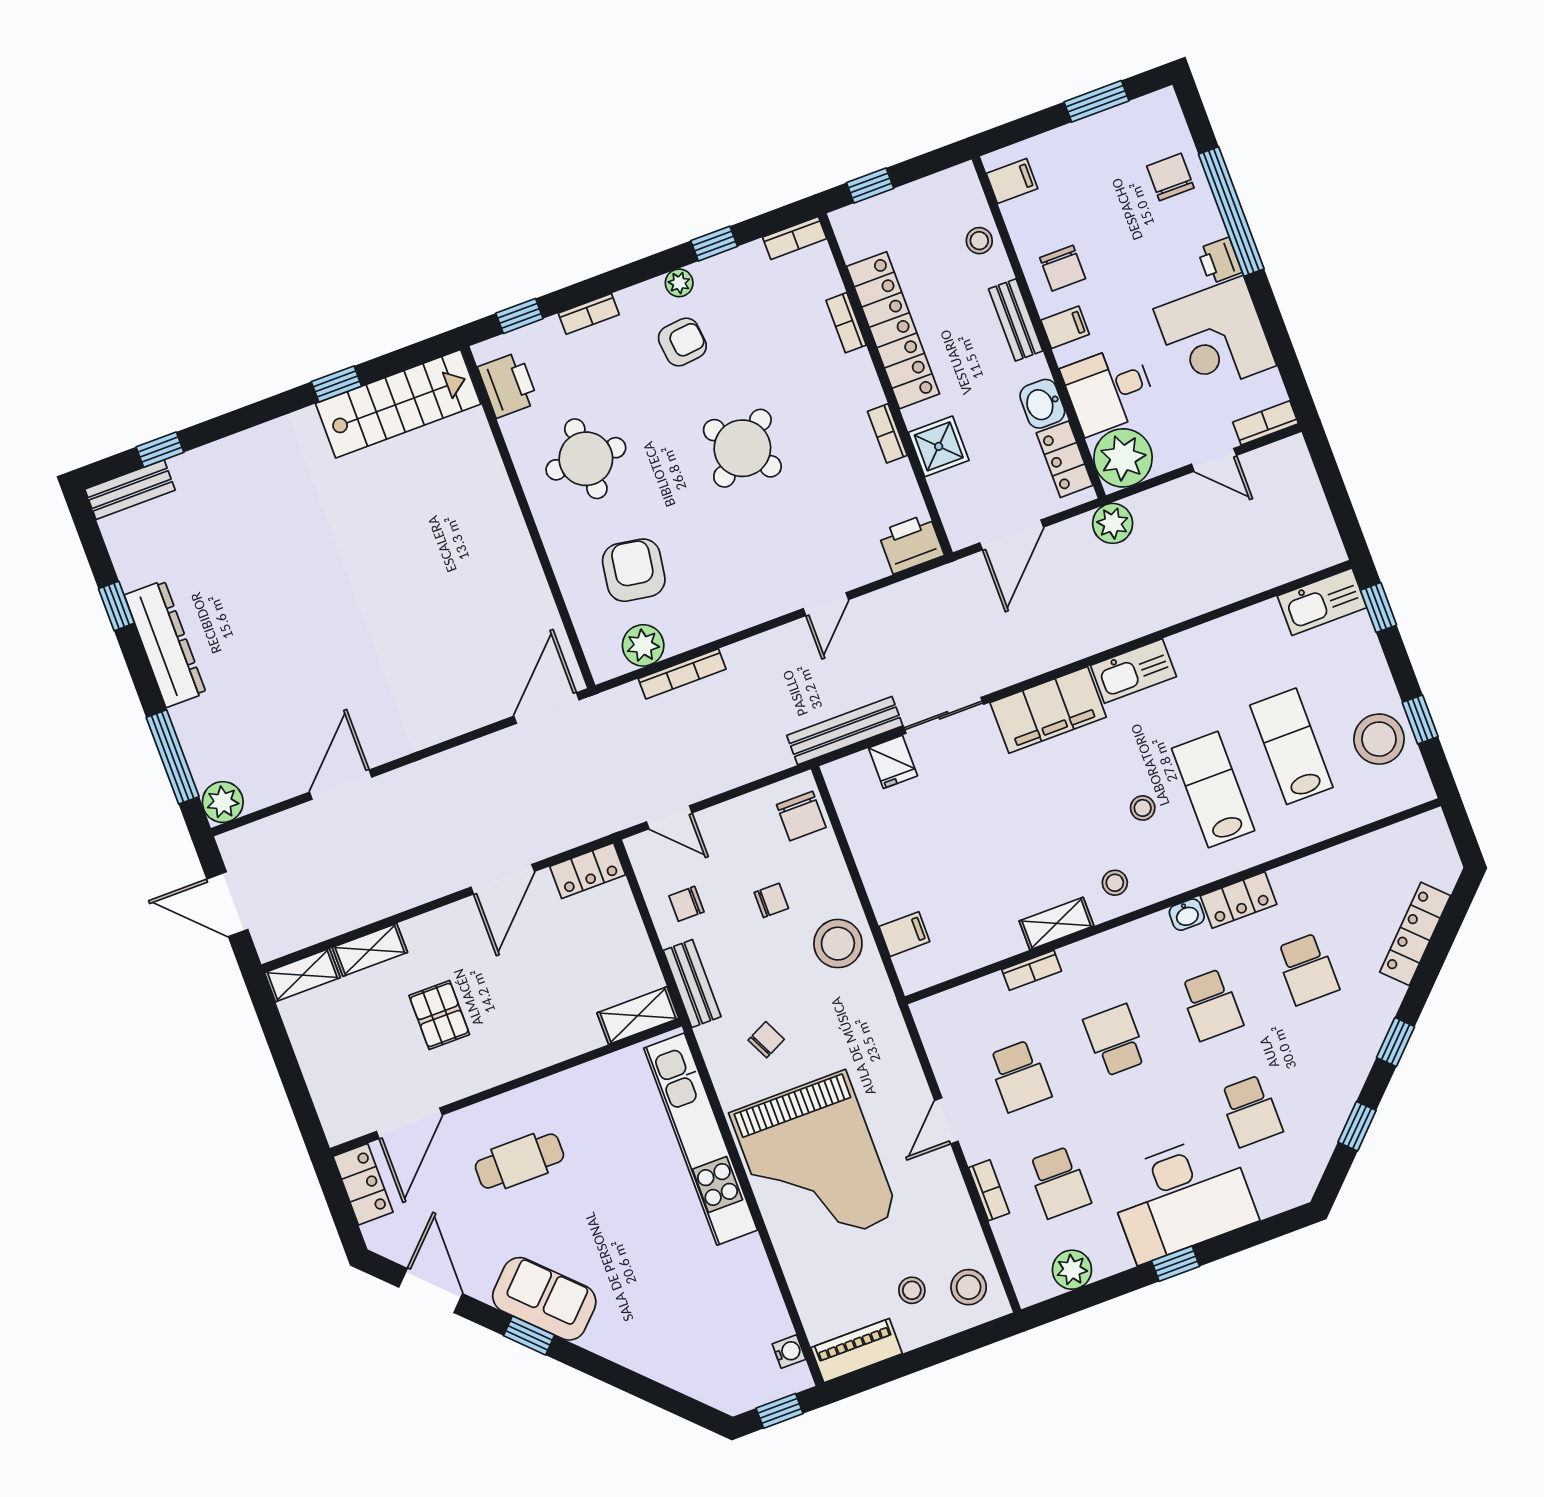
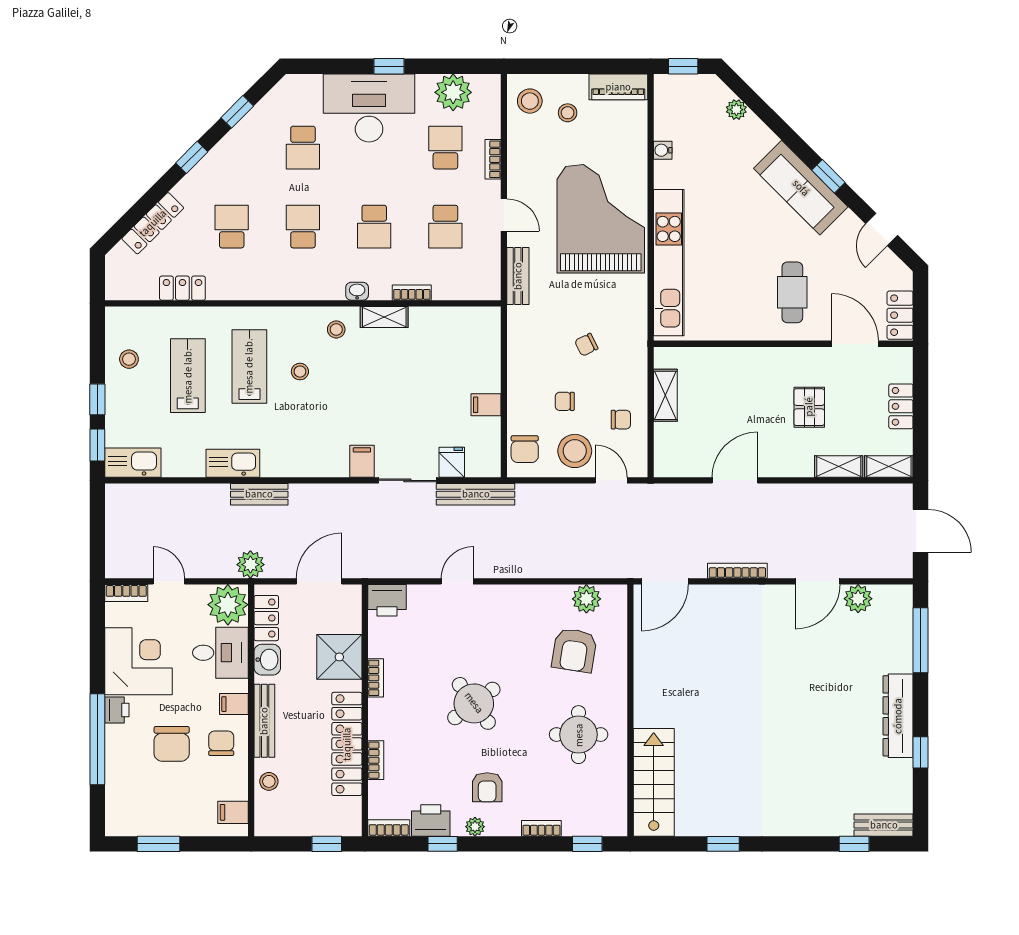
chair: (1170, 177) -> (172, 744), moved, width x1.37, depth x1.37
bench: (1016, 320) -> (264, 721), width x1.36
armchair: (682, 342) -> (487, 787), turned -84
printer: (508, 385) -> (431, 820), moved, turned 90
stairs: (398, 404) -> (654, 782), moved, turned 90
shower: (939, 446) -> (339, 657), width x1.36, depth x1.36
bench: (1136, 622) -> (259, 494), added
kitchen sink: (1133, 671) -> (233, 463), moved
bookcase: (682, 674) -> (737, 571), moved
filing cabinet: (1048, 710) -> (362, 461), width x0.33, depth x0.86
window: (1420, 719) -> (97, 399), moved
stool: (1379, 739) -> (129, 359), width x0.53, depth x0.53
lab bench: (1291, 746) -> (188, 376), turned 180
lab bench: (1213, 790) -> (249, 366), turned 180
plant: (223, 802) -> (858, 599), moved
chair: (801, 816) -> (525, 449), turned 180
locker: (588, 871) -> (901, 406), moved, turned -90
locker: (1238, 900) -> (182, 288), moved
washbasin: (1187, 915) -> (357, 291), moved
filing cabinet: (904, 934) -> (486, 405), moved
stool: (838, 944) -> (575, 451), moved
bench: (692, 984) -> (518, 276), moved
shelving: (638, 1016) -> (665, 395), moved, turned 90
chair: (766, 1040) -> (586, 345), moved
school desk: (1019, 1076) -> (445, 227), turned 180
school desk: (1251, 1111) -> (303, 148), turned 180
door: (946, 1121) -> (504, 215), hinge flipped
door: (409, 1123) -> (855, 344), hinge flipped
cafe table: (519, 1161) -> (792, 292), turned 90
plant: (1072, 1270) -> (453, 92), width x1.36, depth x1.36
door: (431, 1290) -> (882, 229), width x0.73
sofa: (544, 1299) -> (801, 188), width x1.36
water cooler: (789, 1352) -> (663, 150), moved
plant: (686, 1379) -> (736, 110), added

